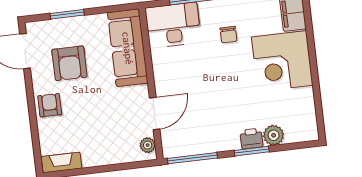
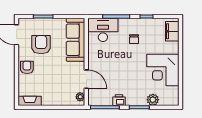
corner desk: (282, 61) -> (163, 70), moved
armchair: (69, 63) -> (41, 45), turned 180
door: (155, 113) -> (86, 79), hinge flipped
printer: (251, 139) -> (119, 100), moved

